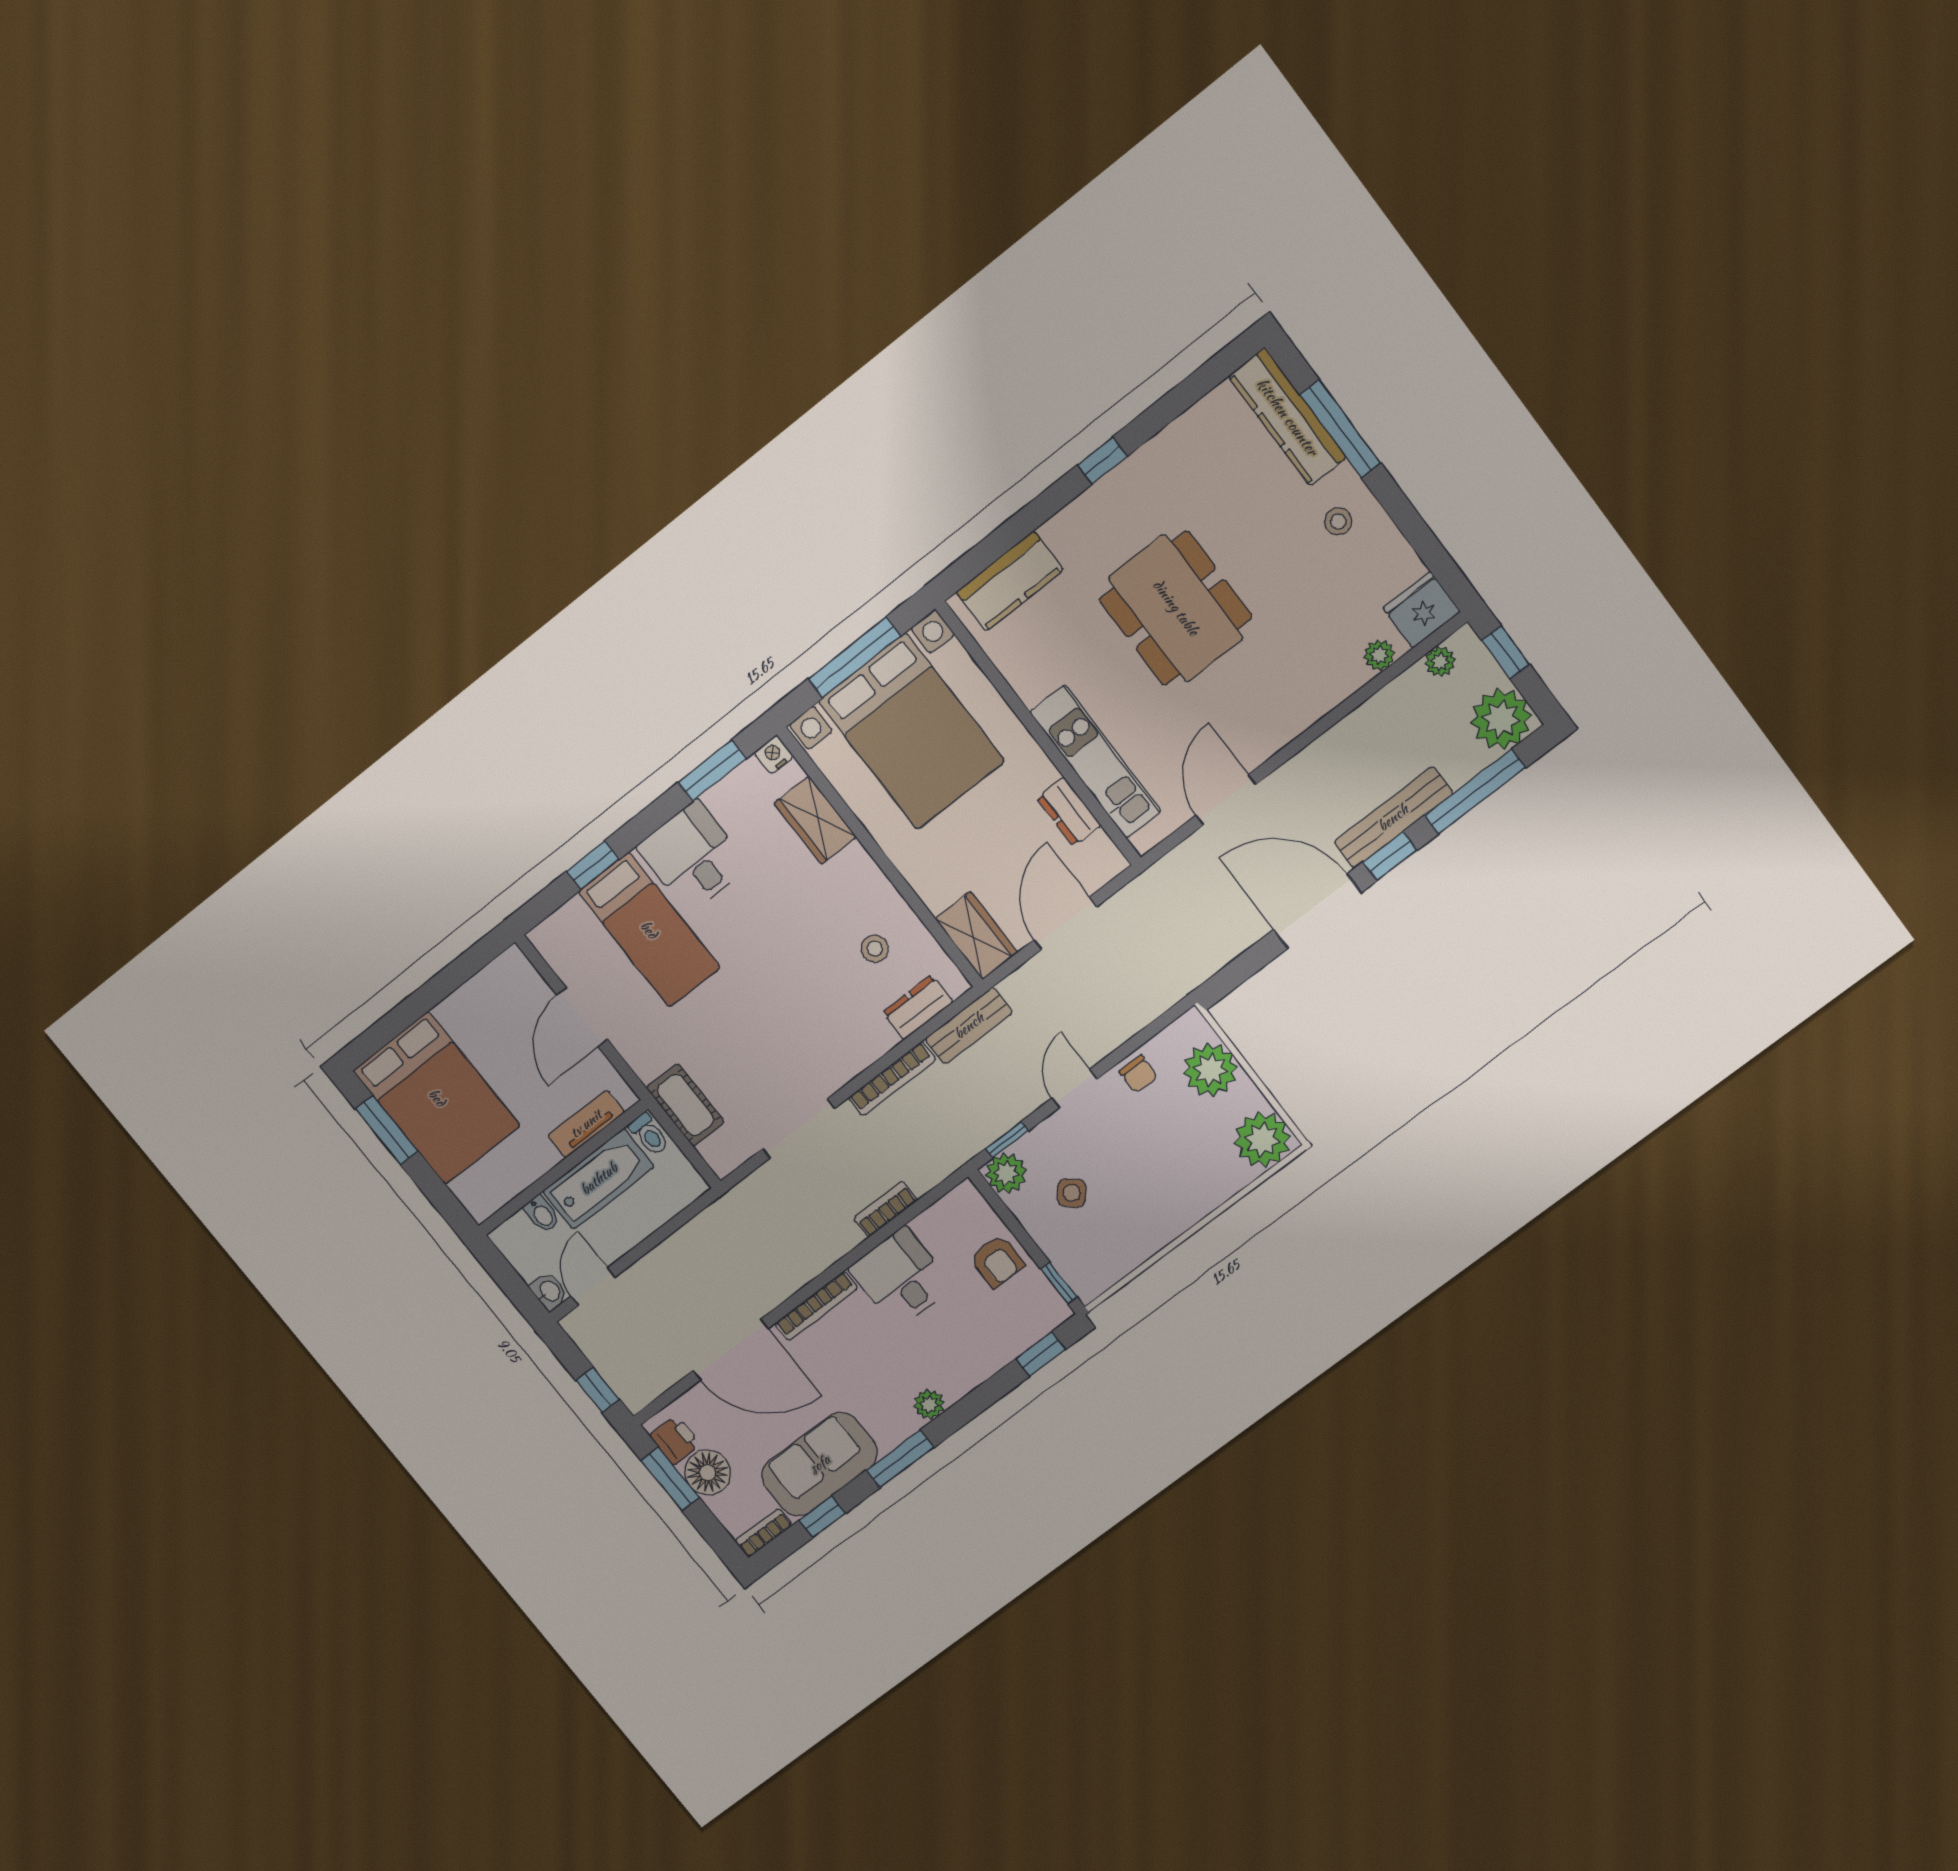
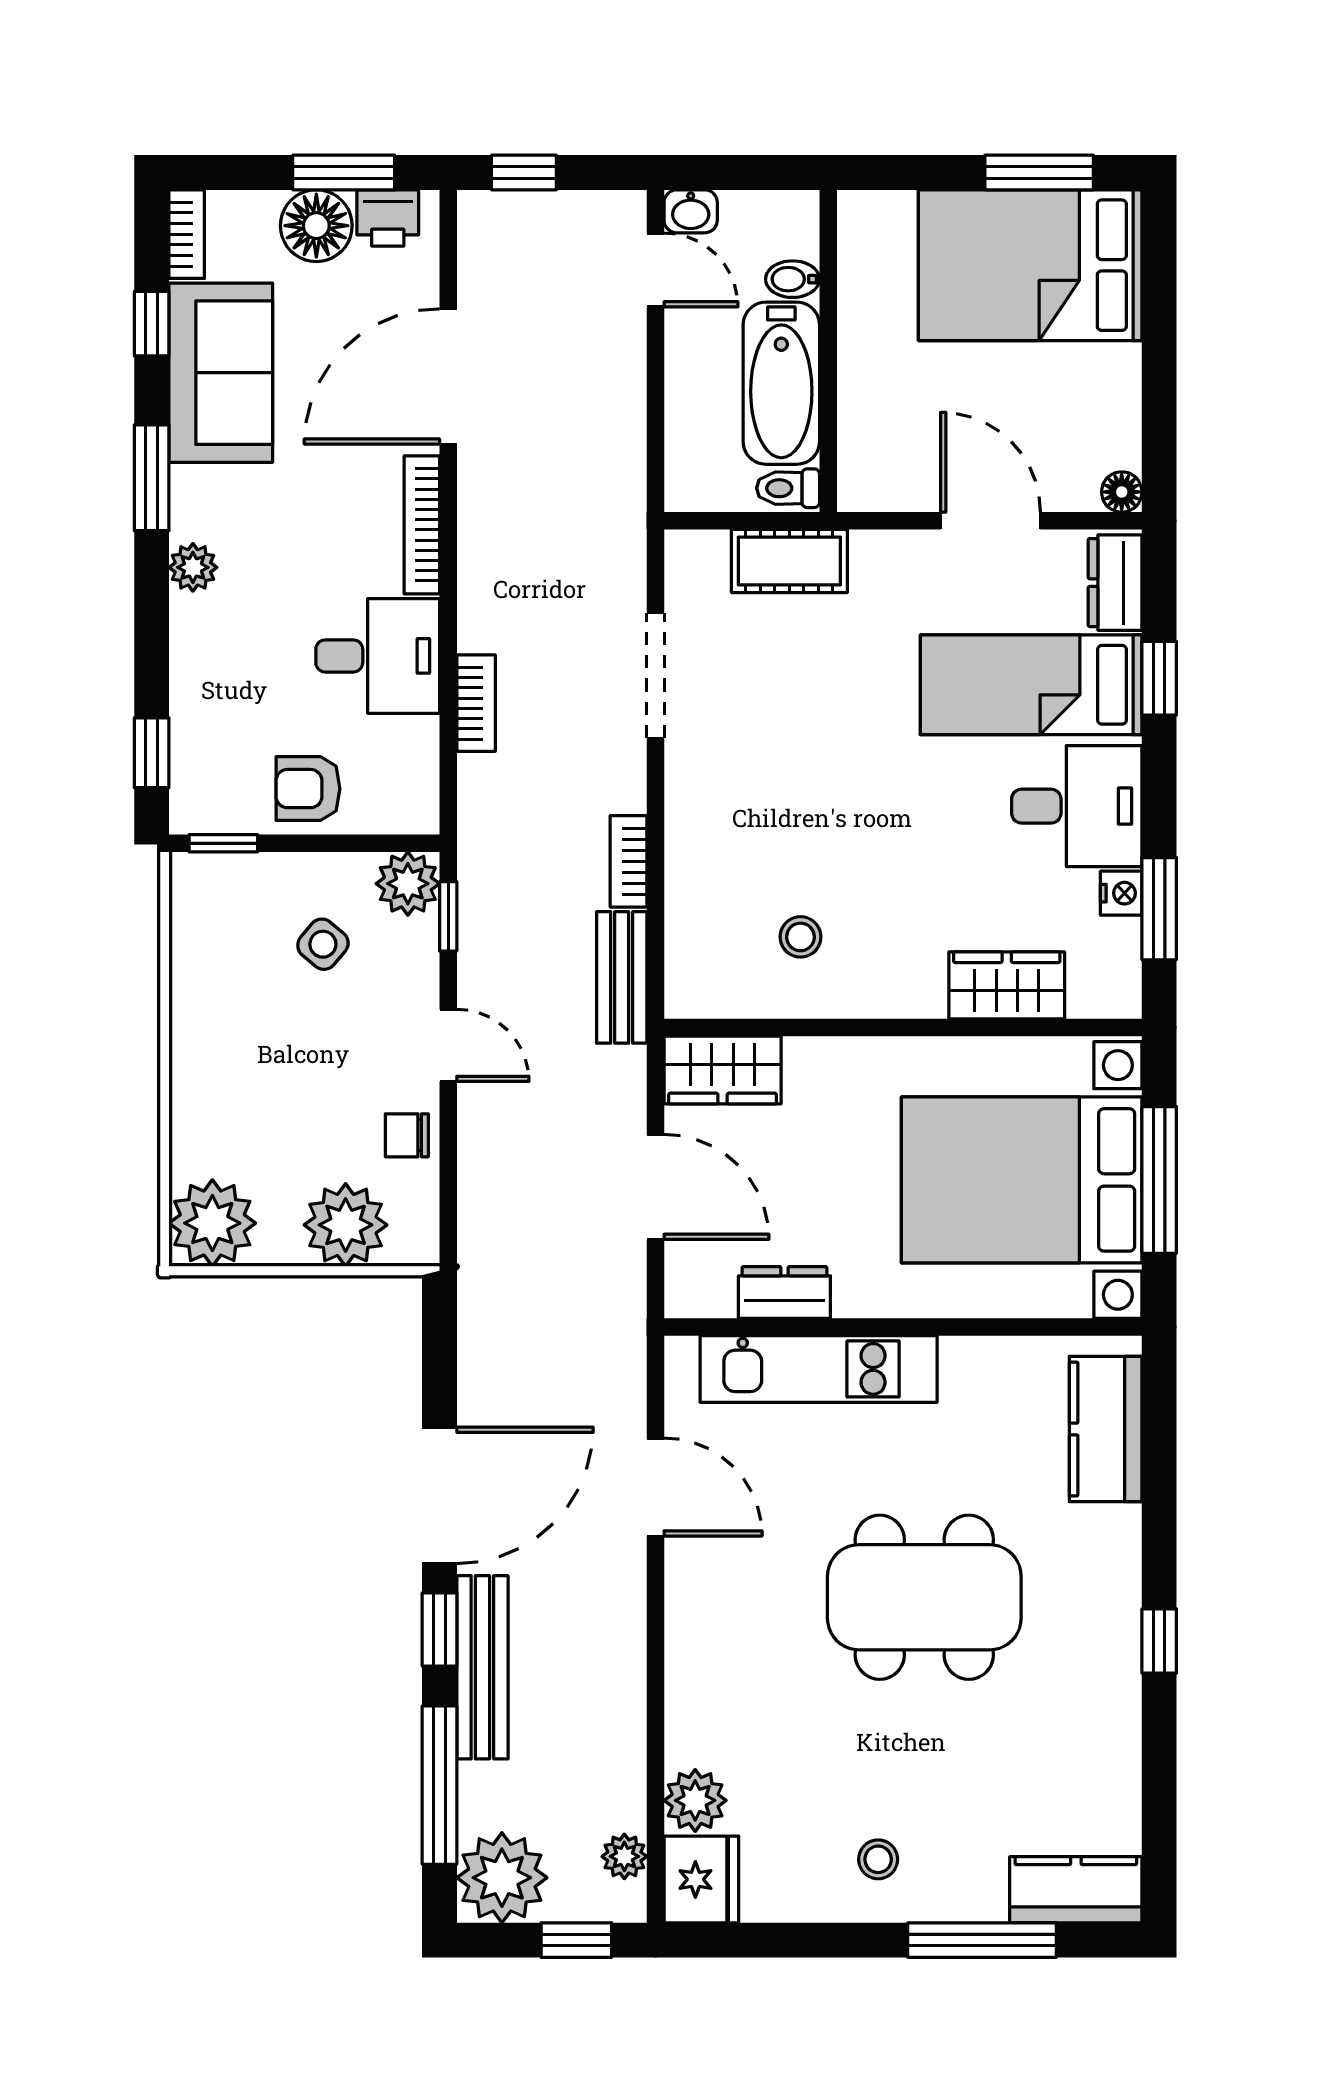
kitchen counter: (1287, 417) -> (1076, 1890), width x0.67
plant: (1379, 655) -> (695, 1800), width x1.38, depth x1.38
nightstand: (774, 754) -> (1121, 893), moved
floor lamp: (513, 961) -> (1122, 492), added
dresser: (918, 1007) -> (1115, 583), moved, turned 180
bookcase: (892, 1079) -> (629, 861), width x0.64
tv unit: (586, 1124) -> (859, 422), removed

